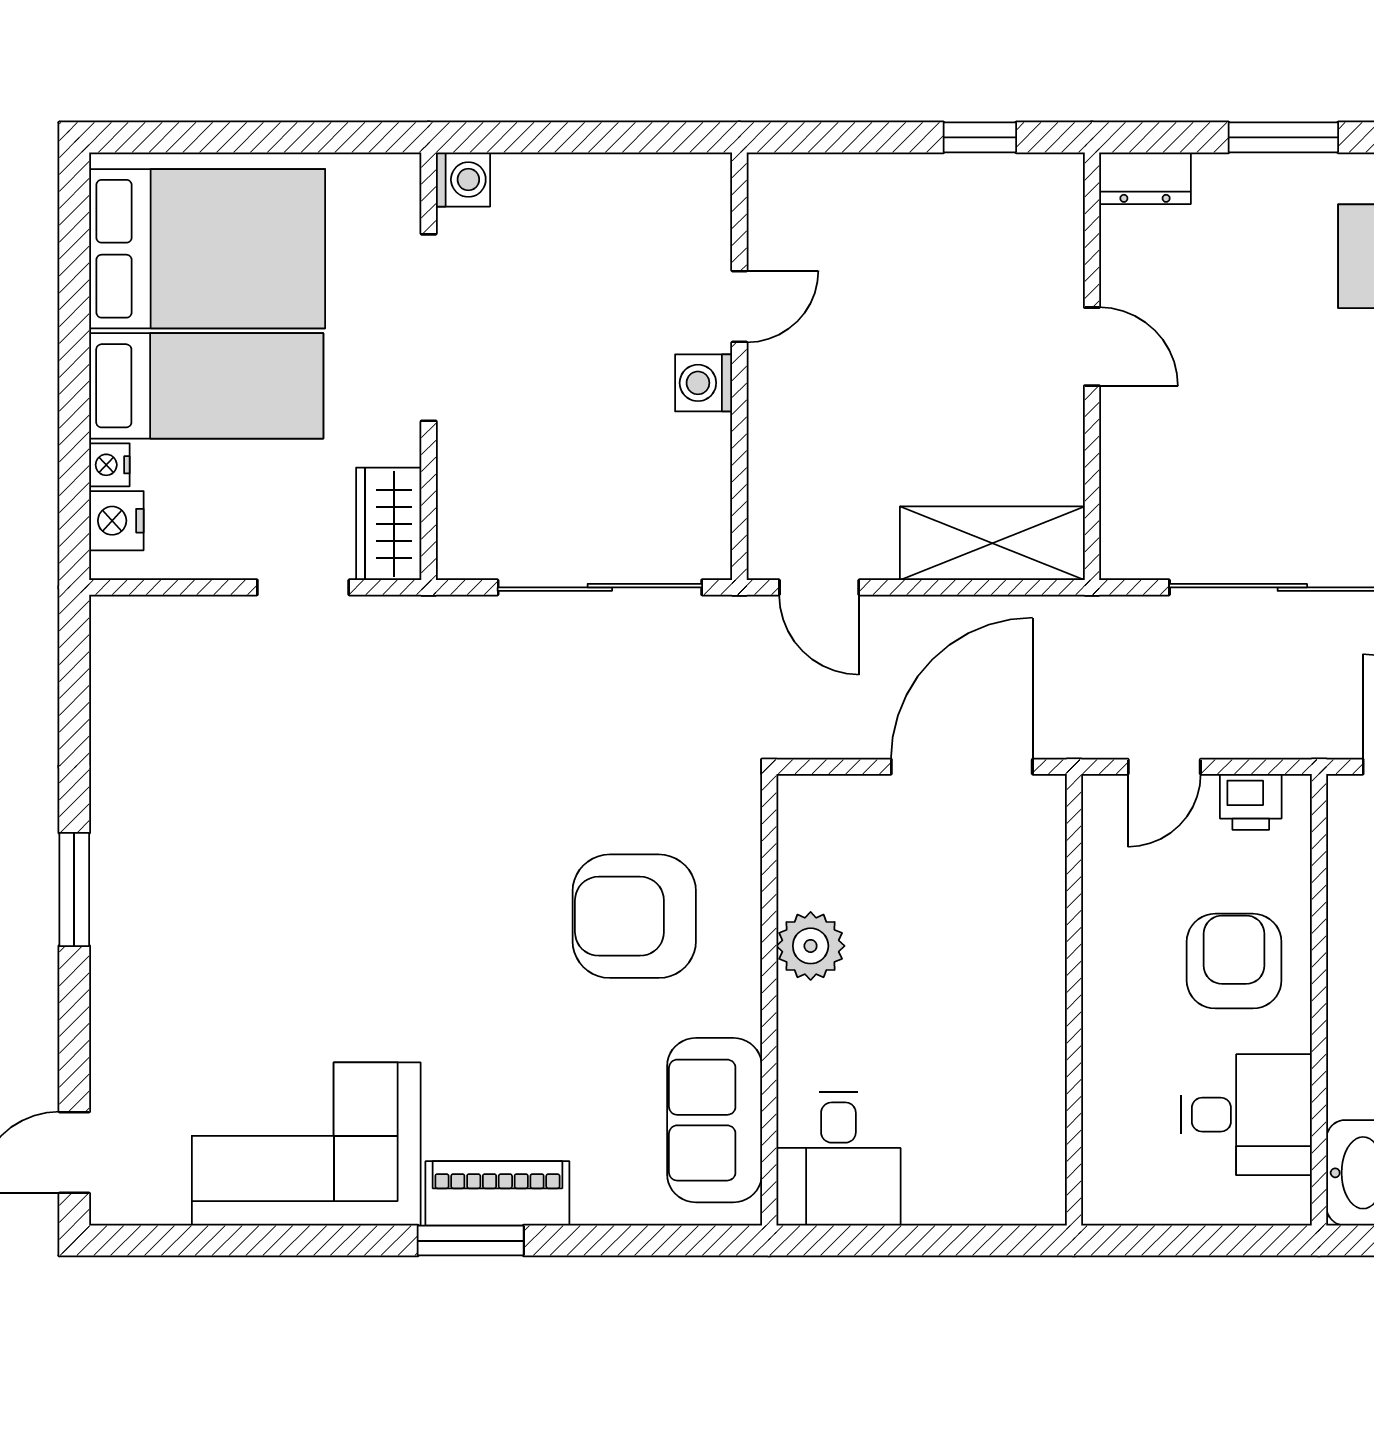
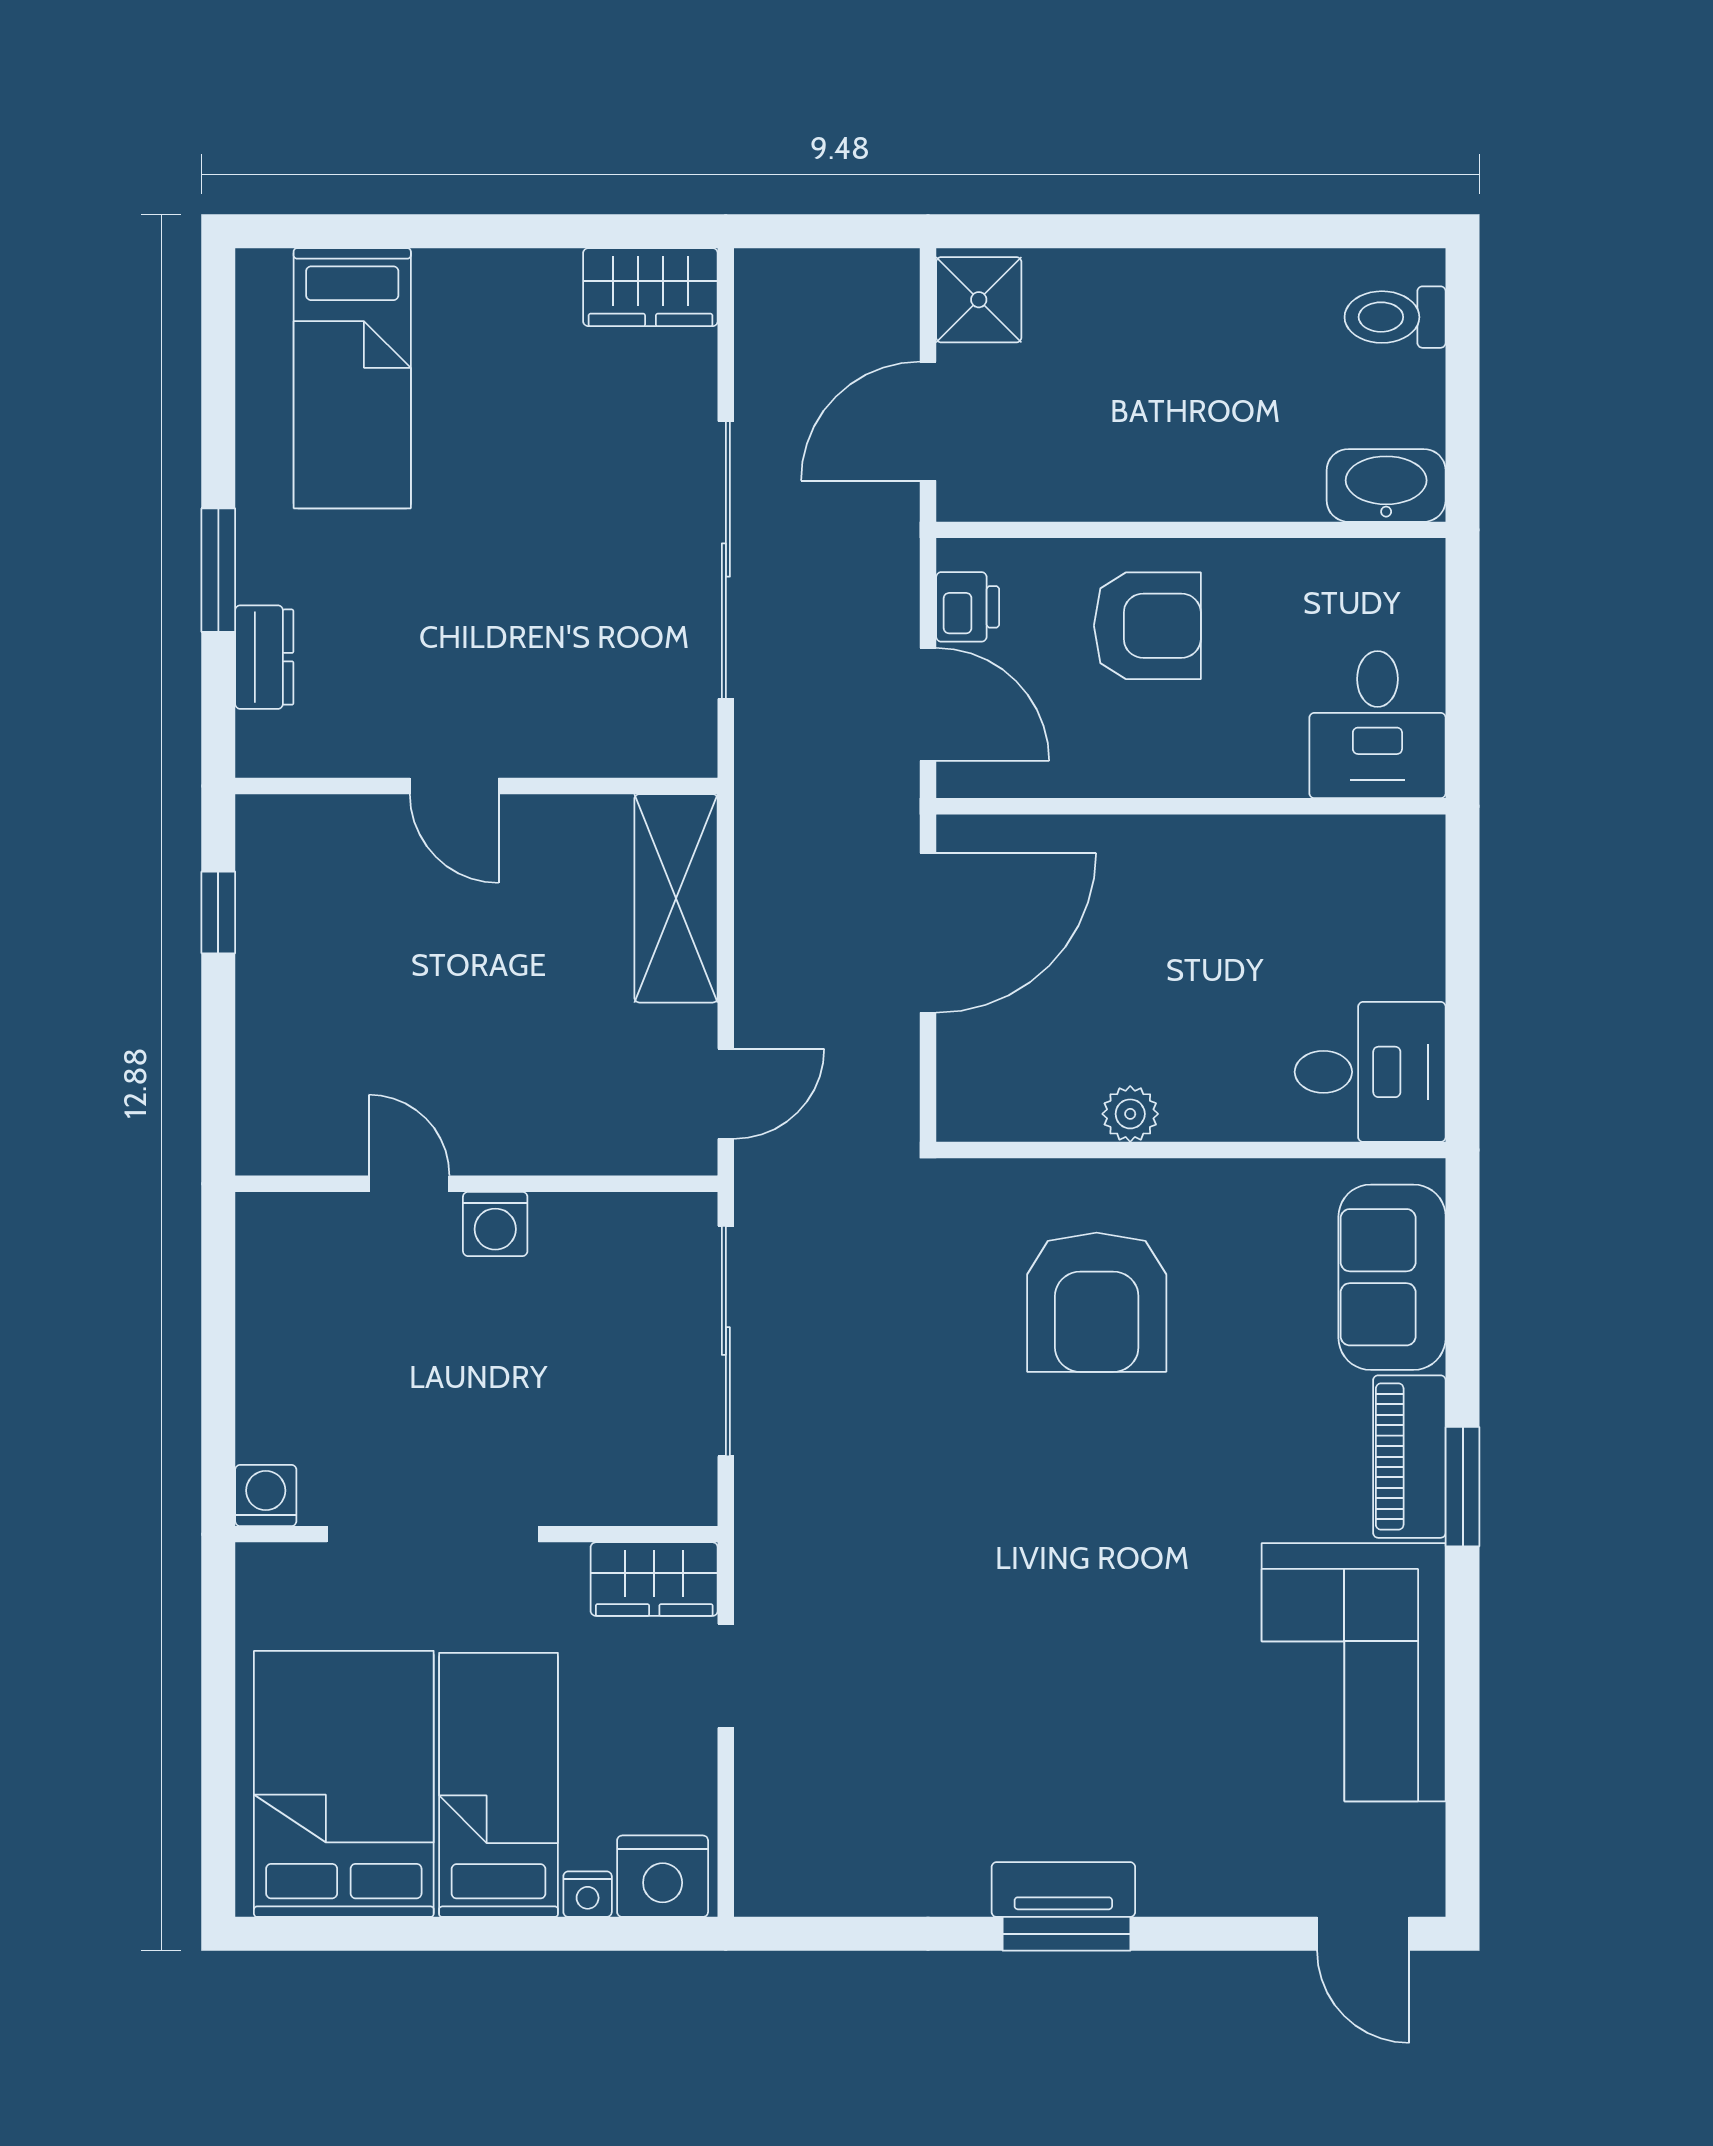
dresser: (1145, 178) -> (264, 657), moved
door: (1092, 347) -> (454, 786), swing flipped
nightstand: (116, 521) -> (663, 1876), width x1.36, depth x1.33
door: (962, 767) -> (928, 933), swing flipped
door: (1164, 767) -> (928, 704), width x1.37
tv unit: (114, 887) -> (1063, 1890), added
plant: (811, 946) -> (1130, 1114), width x0.73, depth x0.73
armchair: (1234, 961) -> (1147, 626), turned 180
desk: (1247, 1115) -> (1377, 725), moved, turned 180
sofa: (715, 1120) -> (1392, 1277), moved, turned 90

